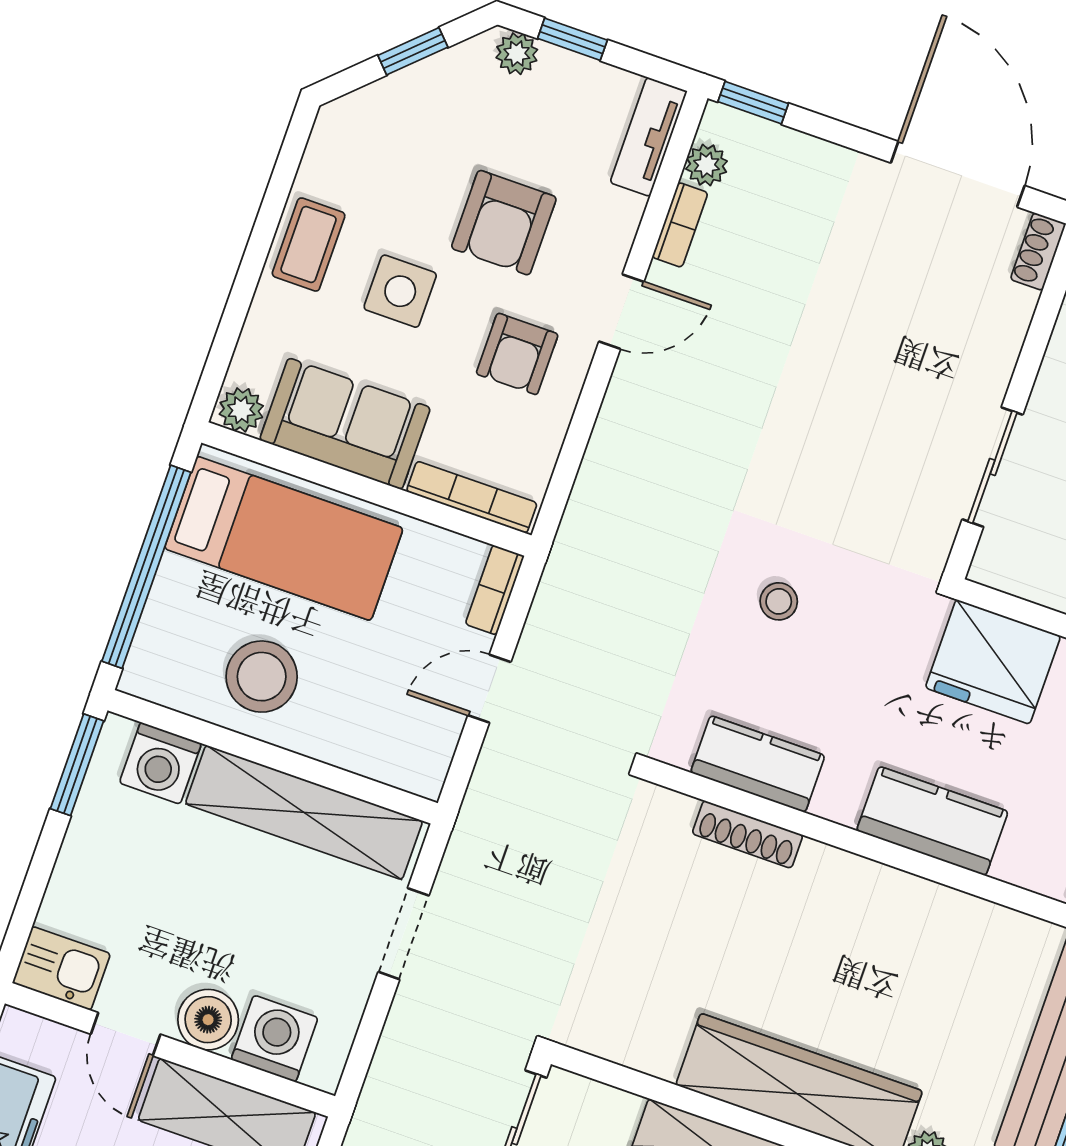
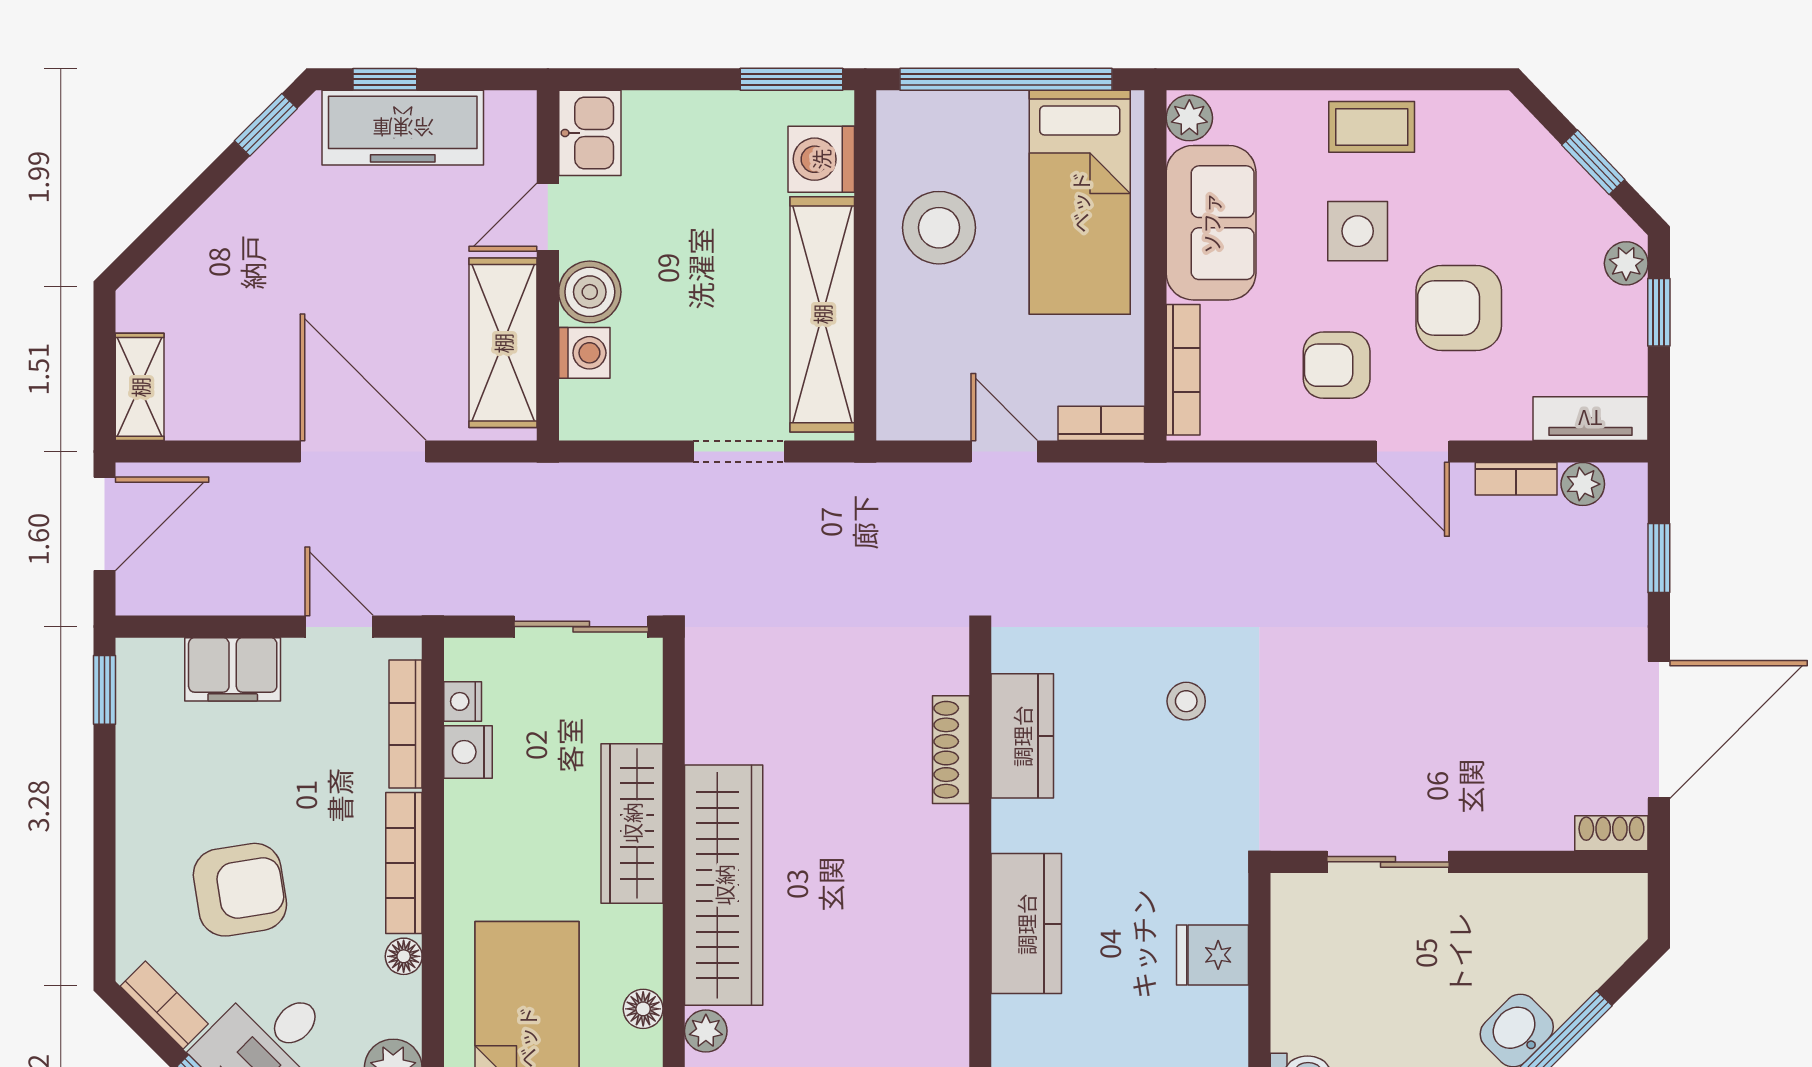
window: (753, 103) -> (1659, 558), moved
fridge: (993, 662) -> (1212, 955), width x0.53, depth x0.75
washing machine: (275, 1039) -> (584, 353), width x0.73, depth x0.73

